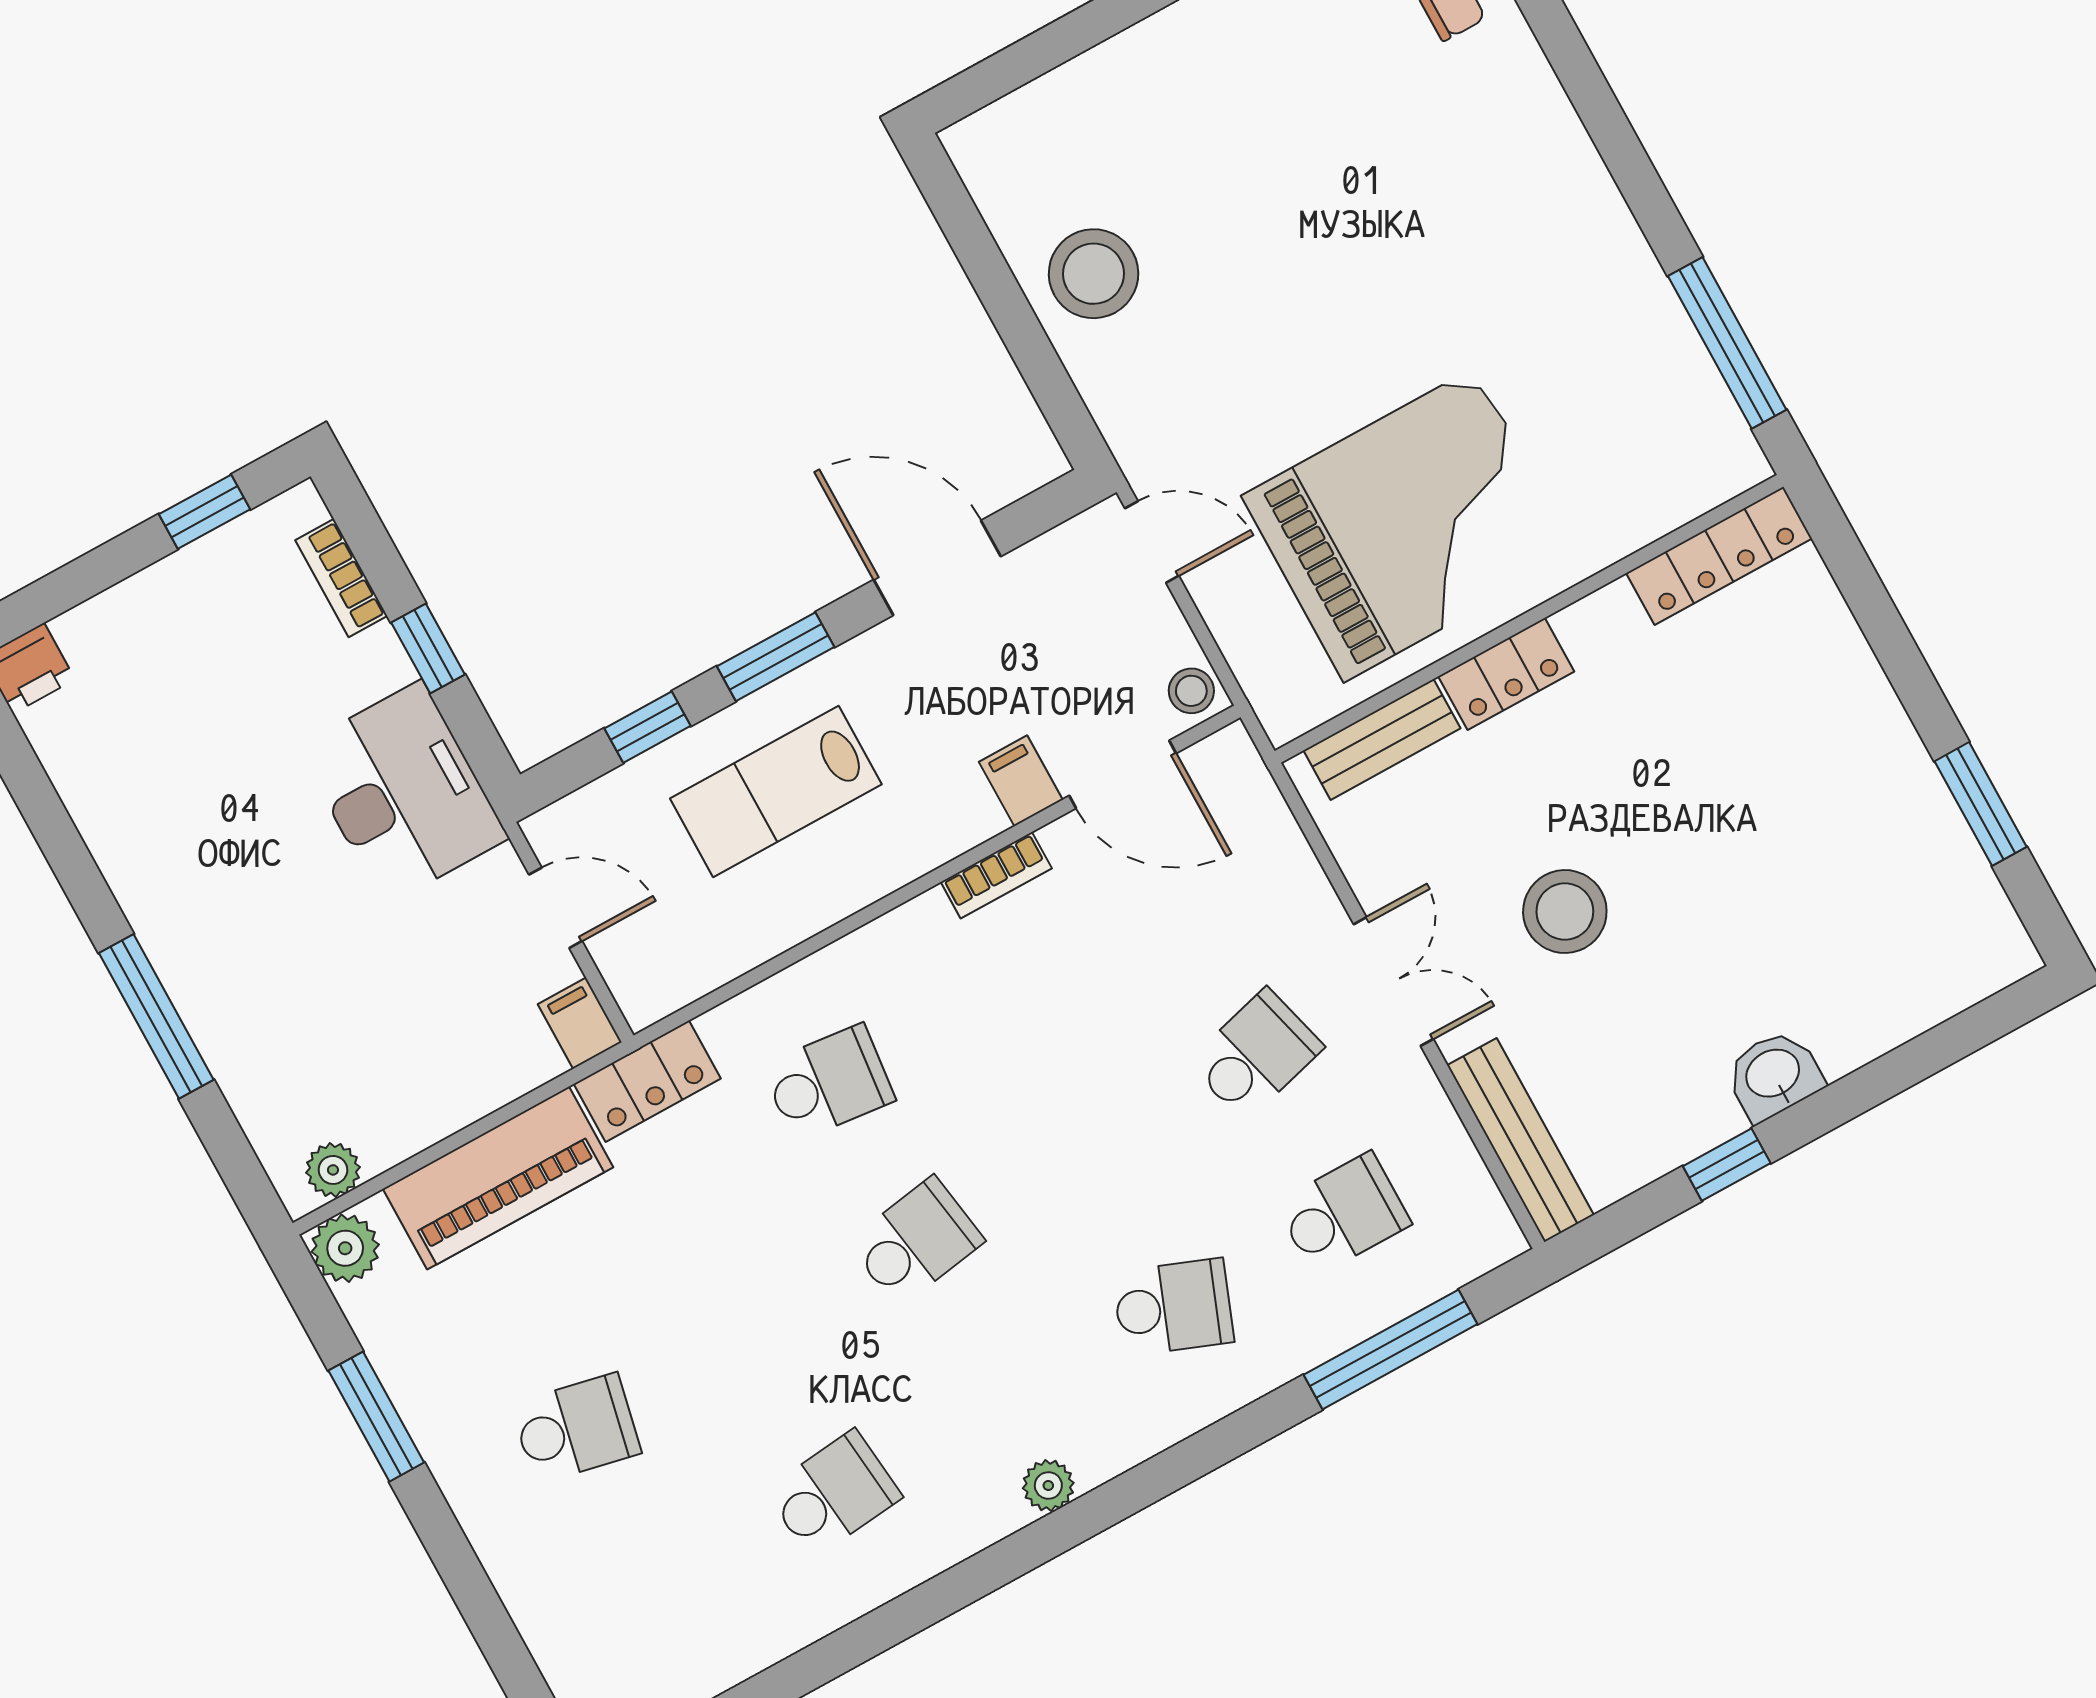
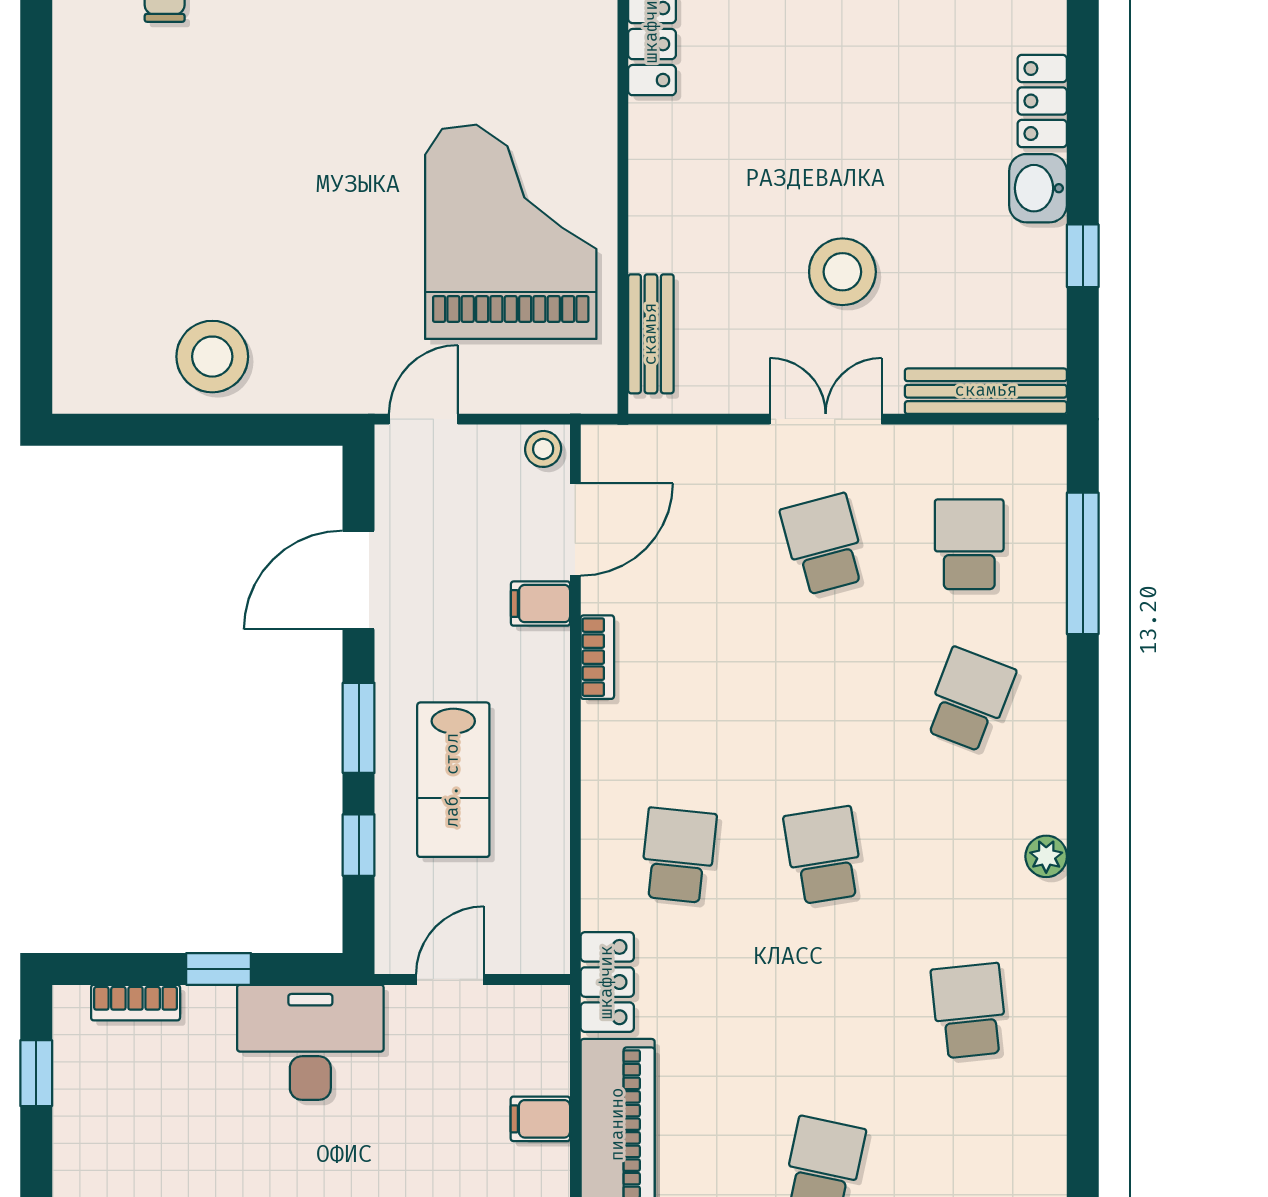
locker: (1506, 674) -> (1042, 101), moved, turned 180
filing cabinet: (580, 1023) -> (540, 1119), moved

